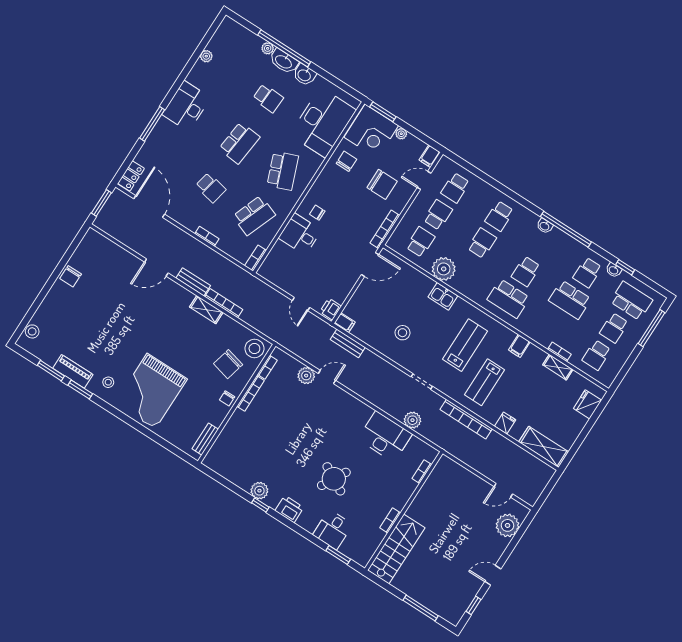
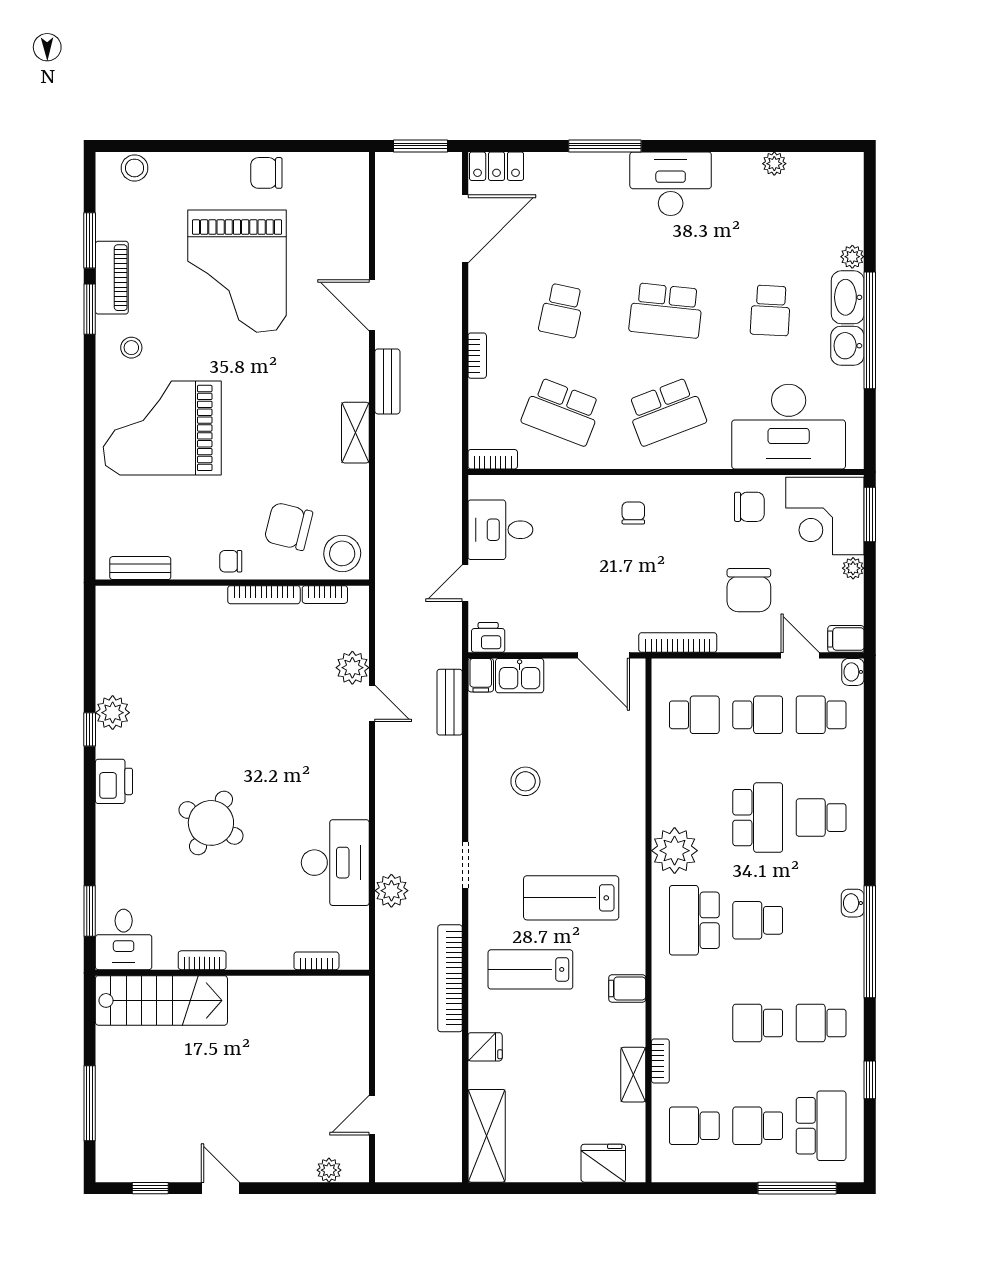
window: (284, 48) -> (870, 330), moved
desk: (300, 234) -> (500, 530), moved, turned -90
school desk: (482, 243) -> (758, 818), width x1.85
plant: (444, 269) -> (675, 851), moved
washbasin: (614, 270) -> (853, 672), moved
kitchen sink: (443, 296) -> (520, 676), moved, turned -90
school desk: (570, 300) -> (758, 1023), width x0.54
bookcase: (224, 303) -> (385, 455), removed
grand piano: (105, 316) -> (237, 271), added
lab bench: (465, 345) -> (571, 898), turned 180
door: (503, 490) -> (372, 1115), hinge flipped
plant: (508, 525) -> (329, 1170), width x0.53, depth x0.53
desk: (333, 530) -> (124, 939), moved, turned -90

